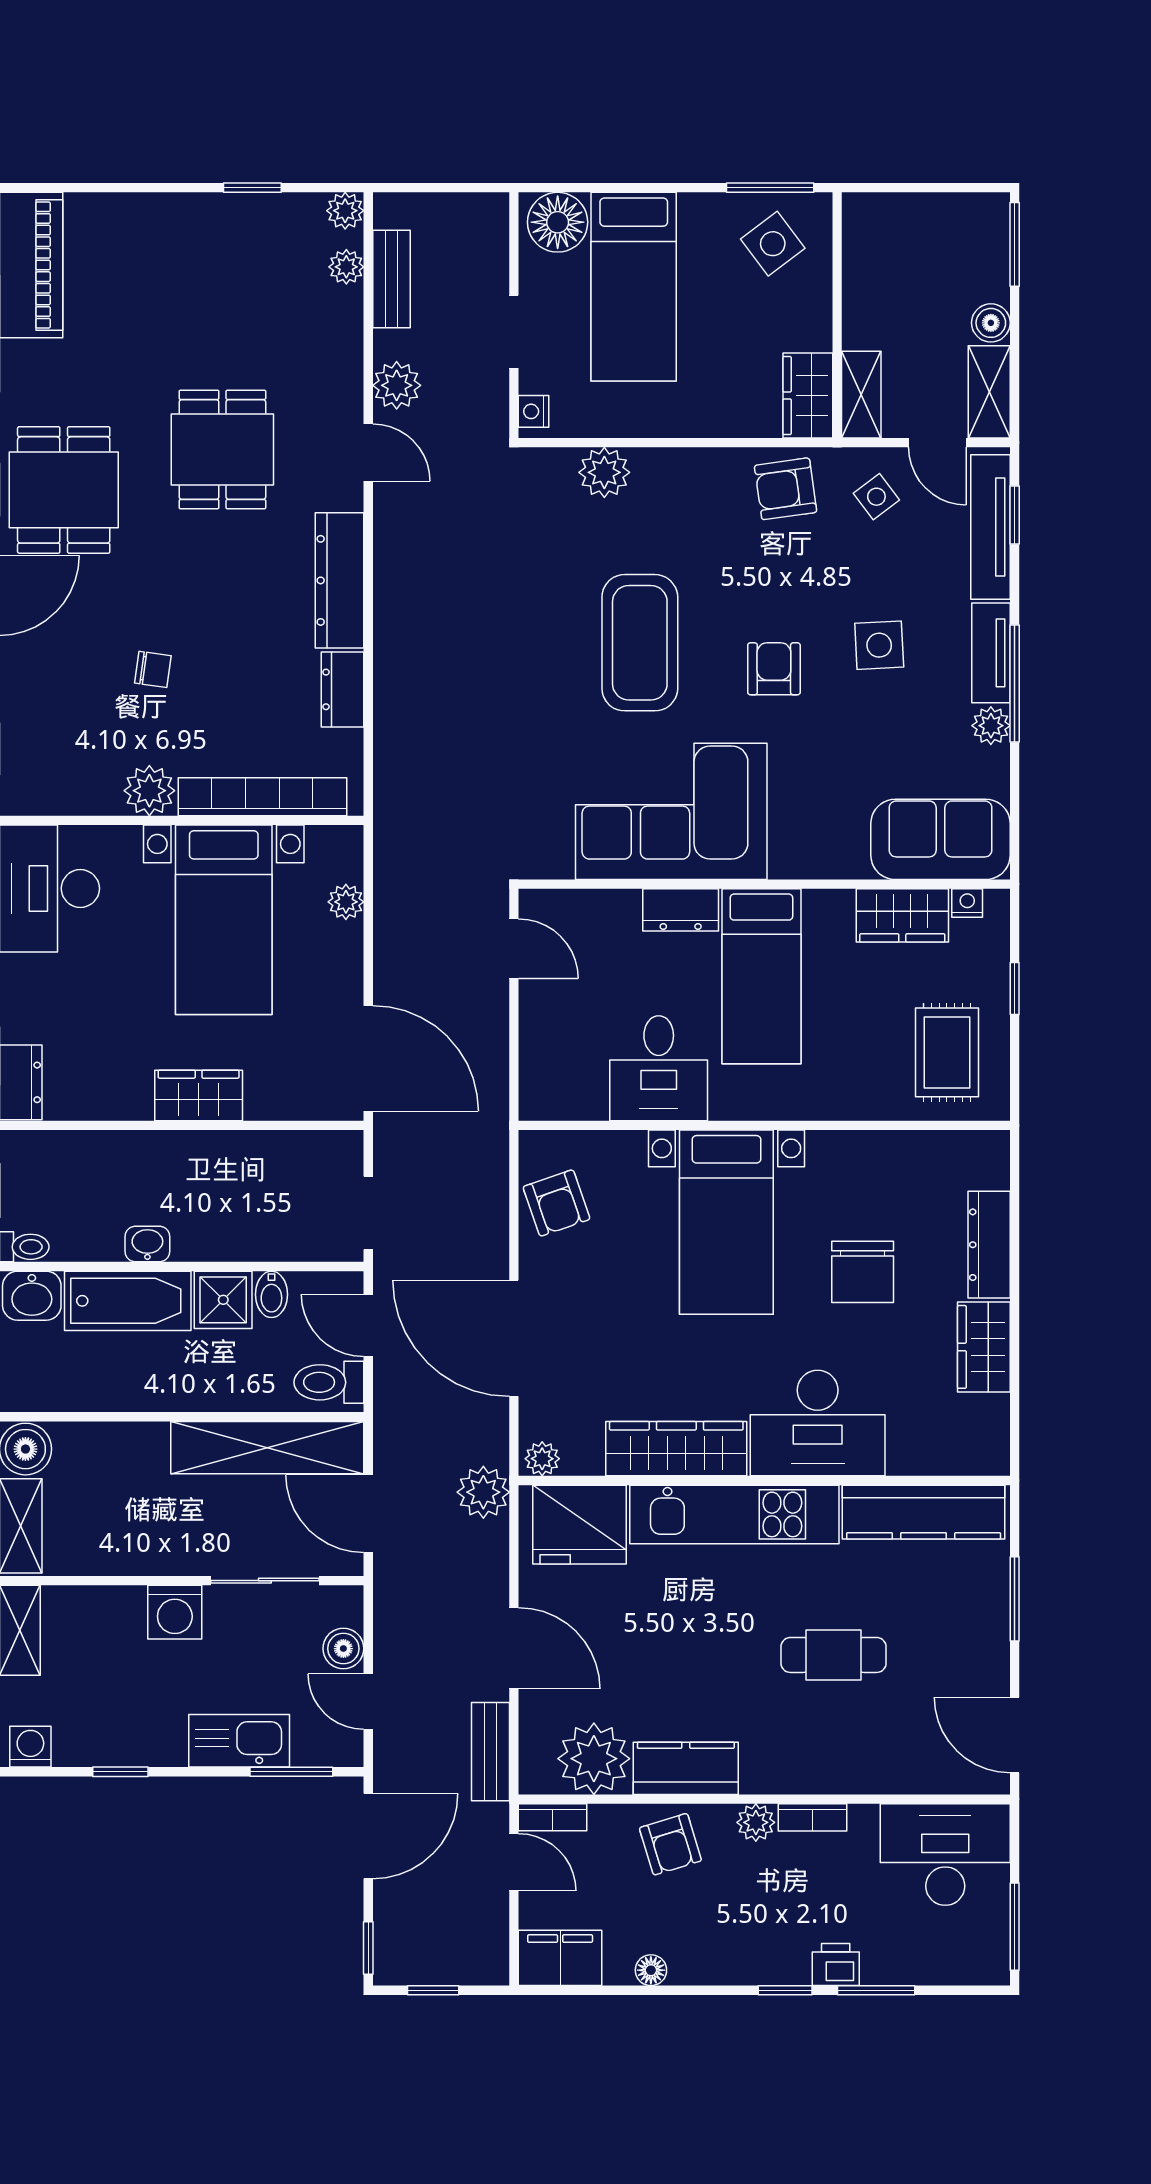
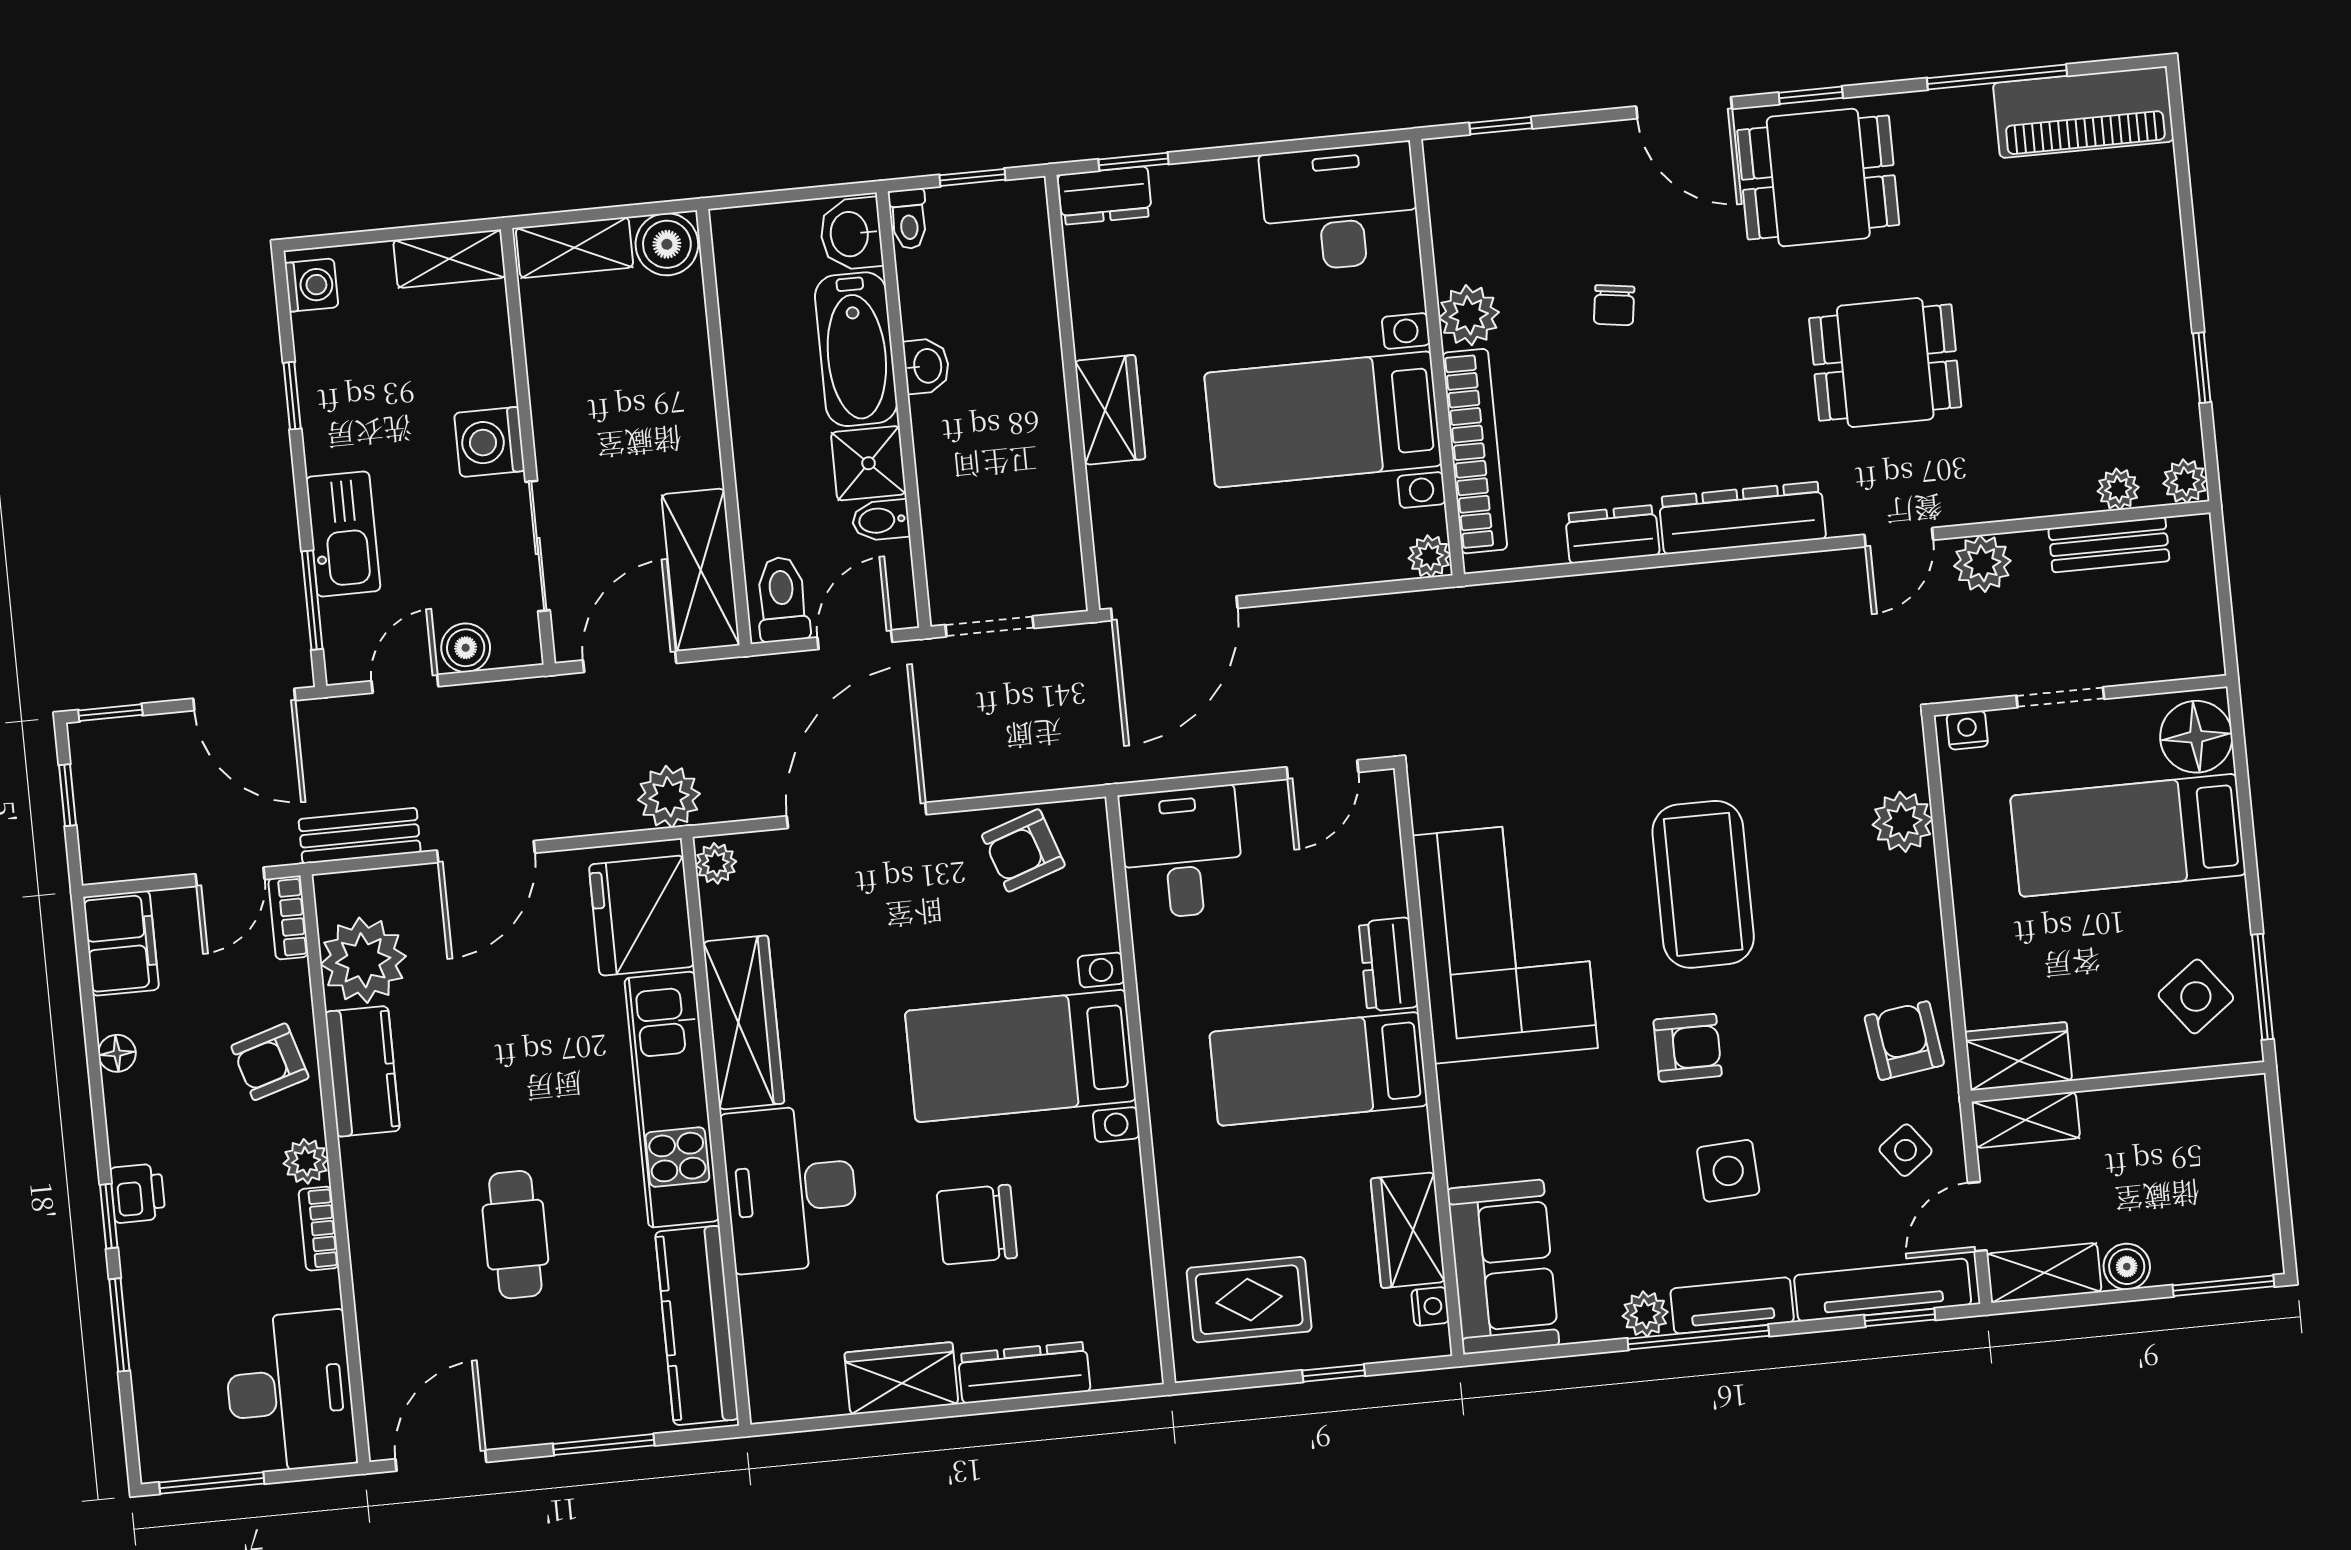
coffee table: (640, 643) -> (1703, 884), turned 90
plant: (346, 902) -> (1430, 556), moved
desk: (659, 1068) -> (1182, 852), moved, turned 90
shelving: (267, 1448) -> (701, 570), width x0.68
printer: (836, 1965) -> (138, 1193), moved

